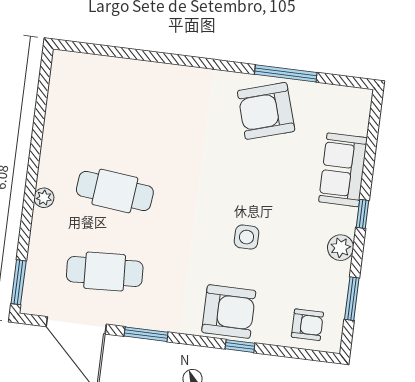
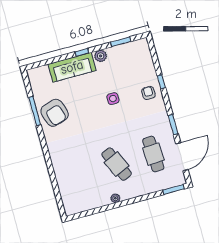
sofa: (343, 170) -> (72, 67), width x1.36
cafe table: (115, 191) -> (117, 164), turned -30
plant: (44, 198) -> (115, 198), moved
armchair: (229, 311) -> (148, 93), width x0.53, depth x0.53
armchair: (307, 325) -> (140, 56), removed

